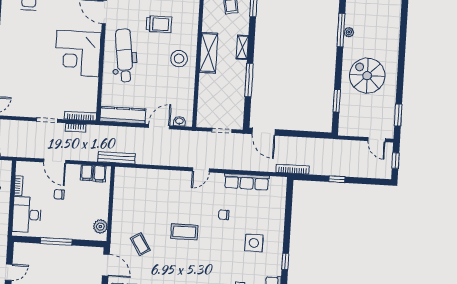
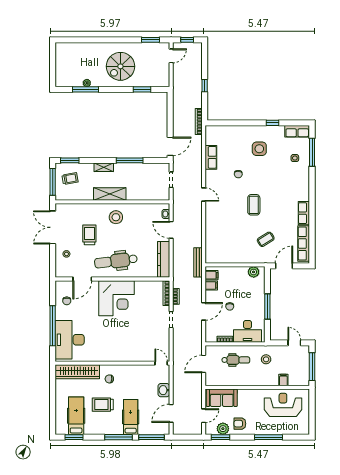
row of seats: (247, 182) -> (211, 157), width x0.68

